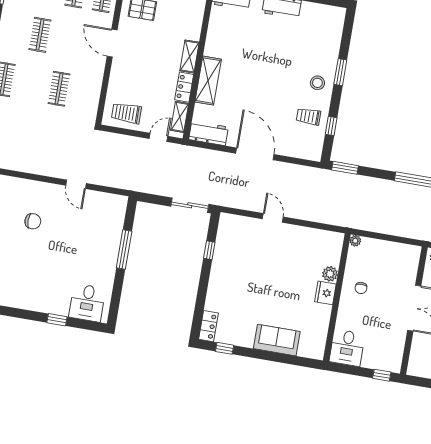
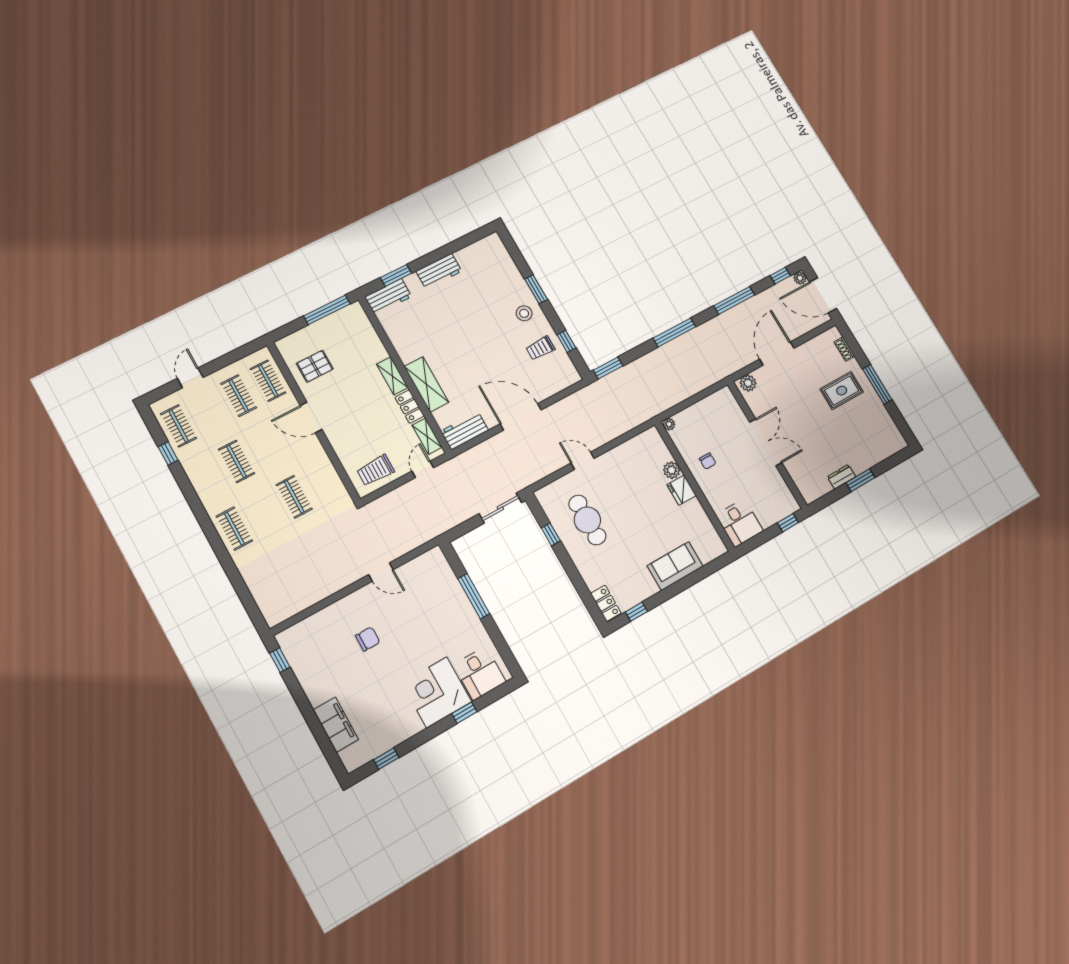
cafe table: (242, 261) -> (587, 520), added
corner desk: (50, 292) -> (437, 692), added

